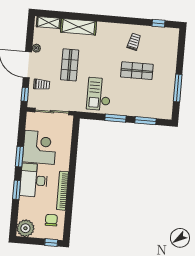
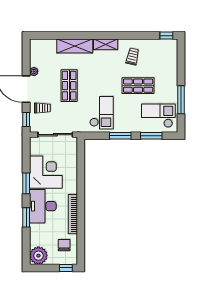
shelving: (49, 22) -> (106, 44), moved
window: (158, 23) -> (166, 36), moved
checkout: (99, 94) -> (101, 113), turned 180
checkout: (154, 102) -> (158, 116), added

